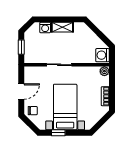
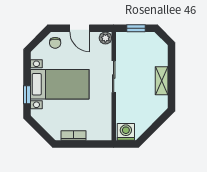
washing machine: (45, 27) -> (161, 59), removed
plant: (104, 71) -> (105, 38), moved
window: (58, 133) -> (27, 95), moved

